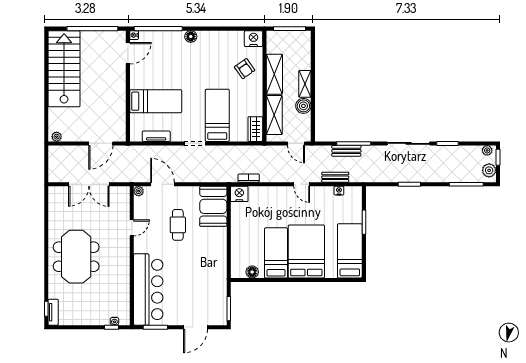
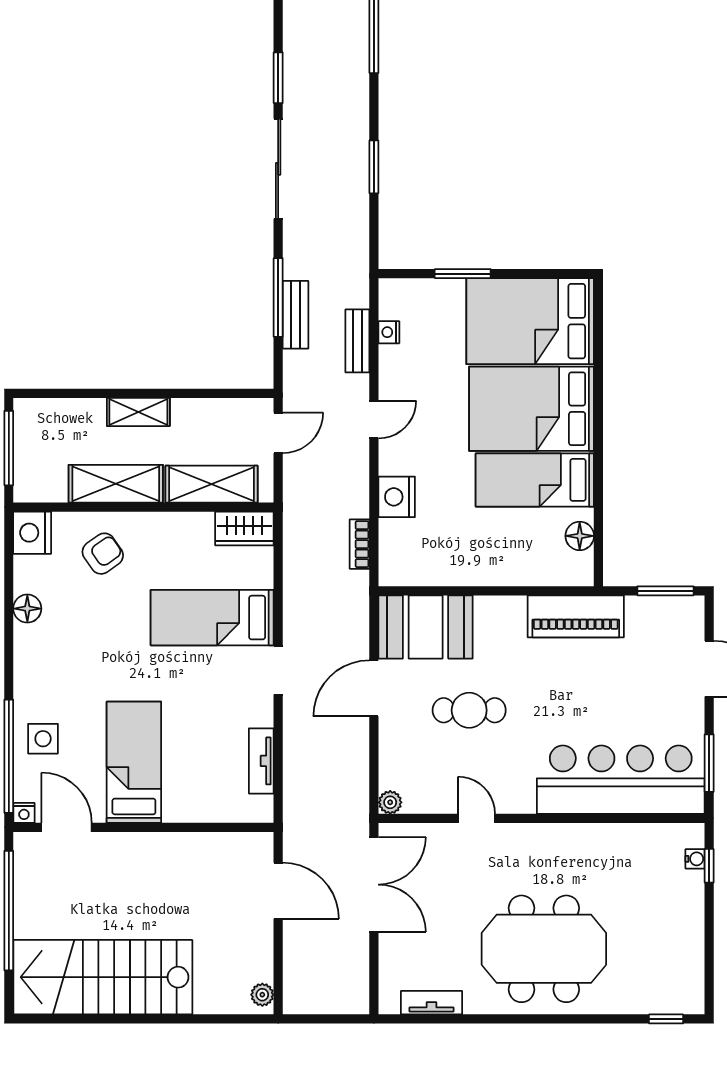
floor lamp: (191, 37) -> (27, 609), moved
side table: (166, 43) -> (43, 739), added
bed: (156, 101) -> (134, 762), moved
boiler: (303, 106) -> (190, 416), removed
double door: (89, 184) -> (374, 885), moved
door: (162, 184) -> (374, 688), moved
nightstand: (239, 194) -> (397, 497), moved
bed: (350, 251) -> (530, 321), width x1.50
piano: (218, 270) -> (576, 616), added
tv unit: (53, 312) -> (432, 1003), moved

